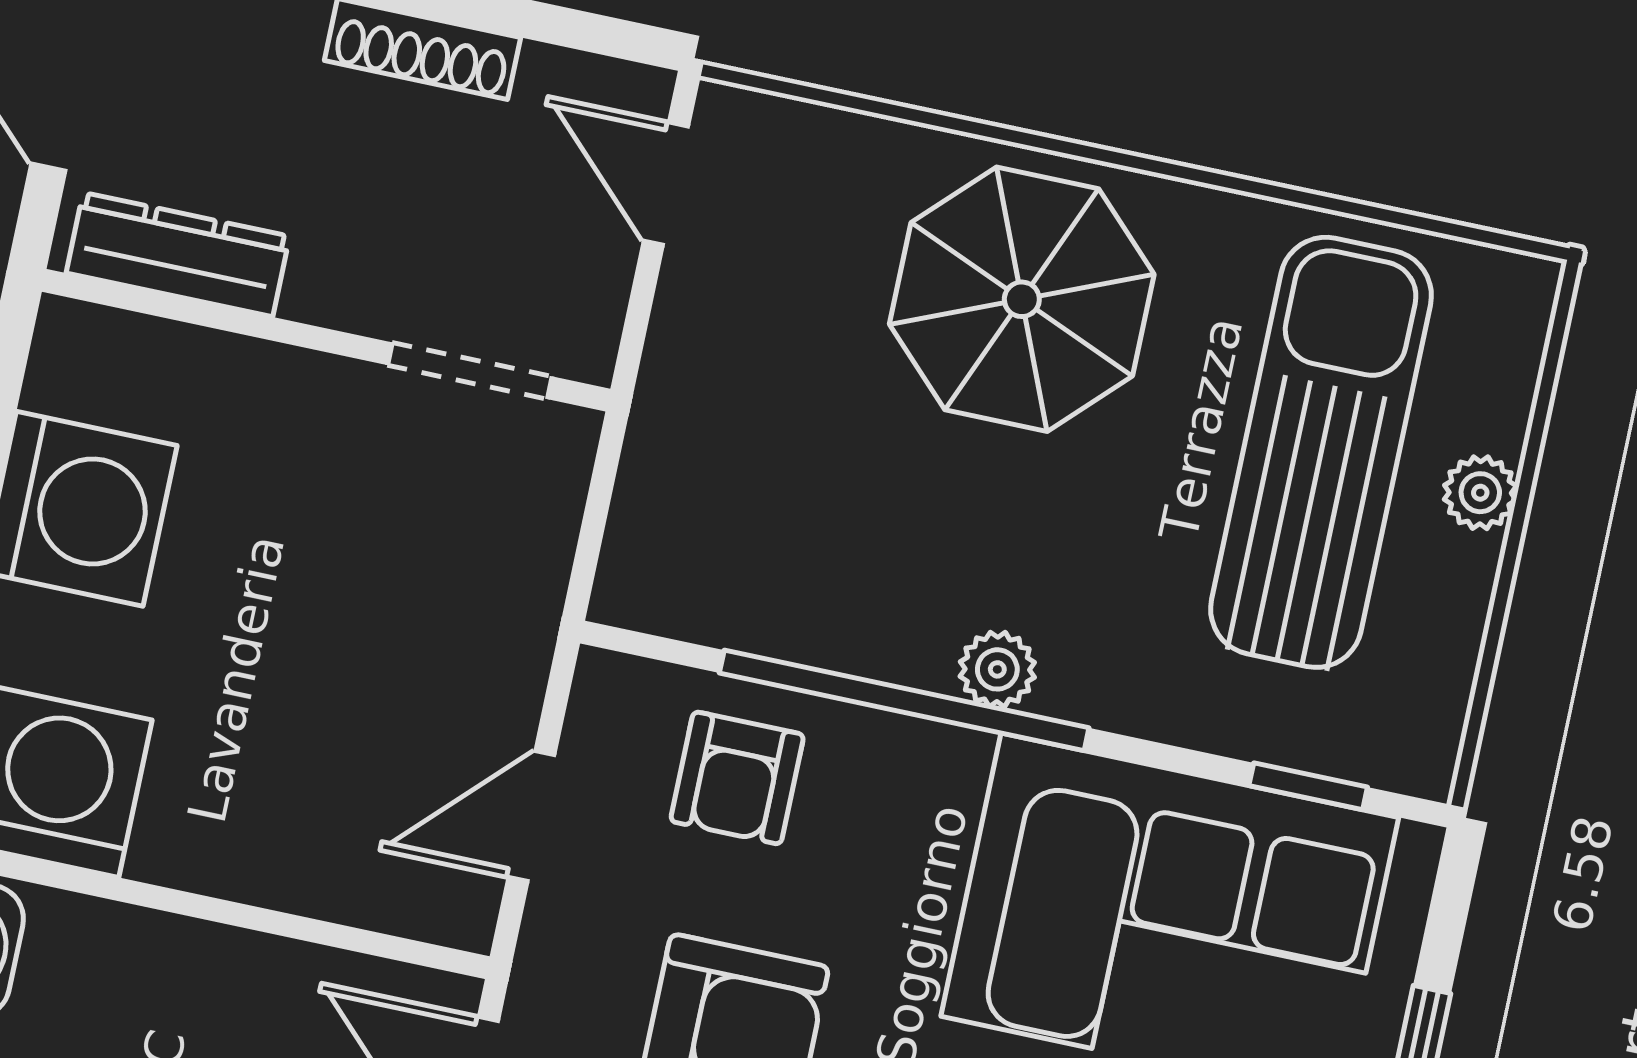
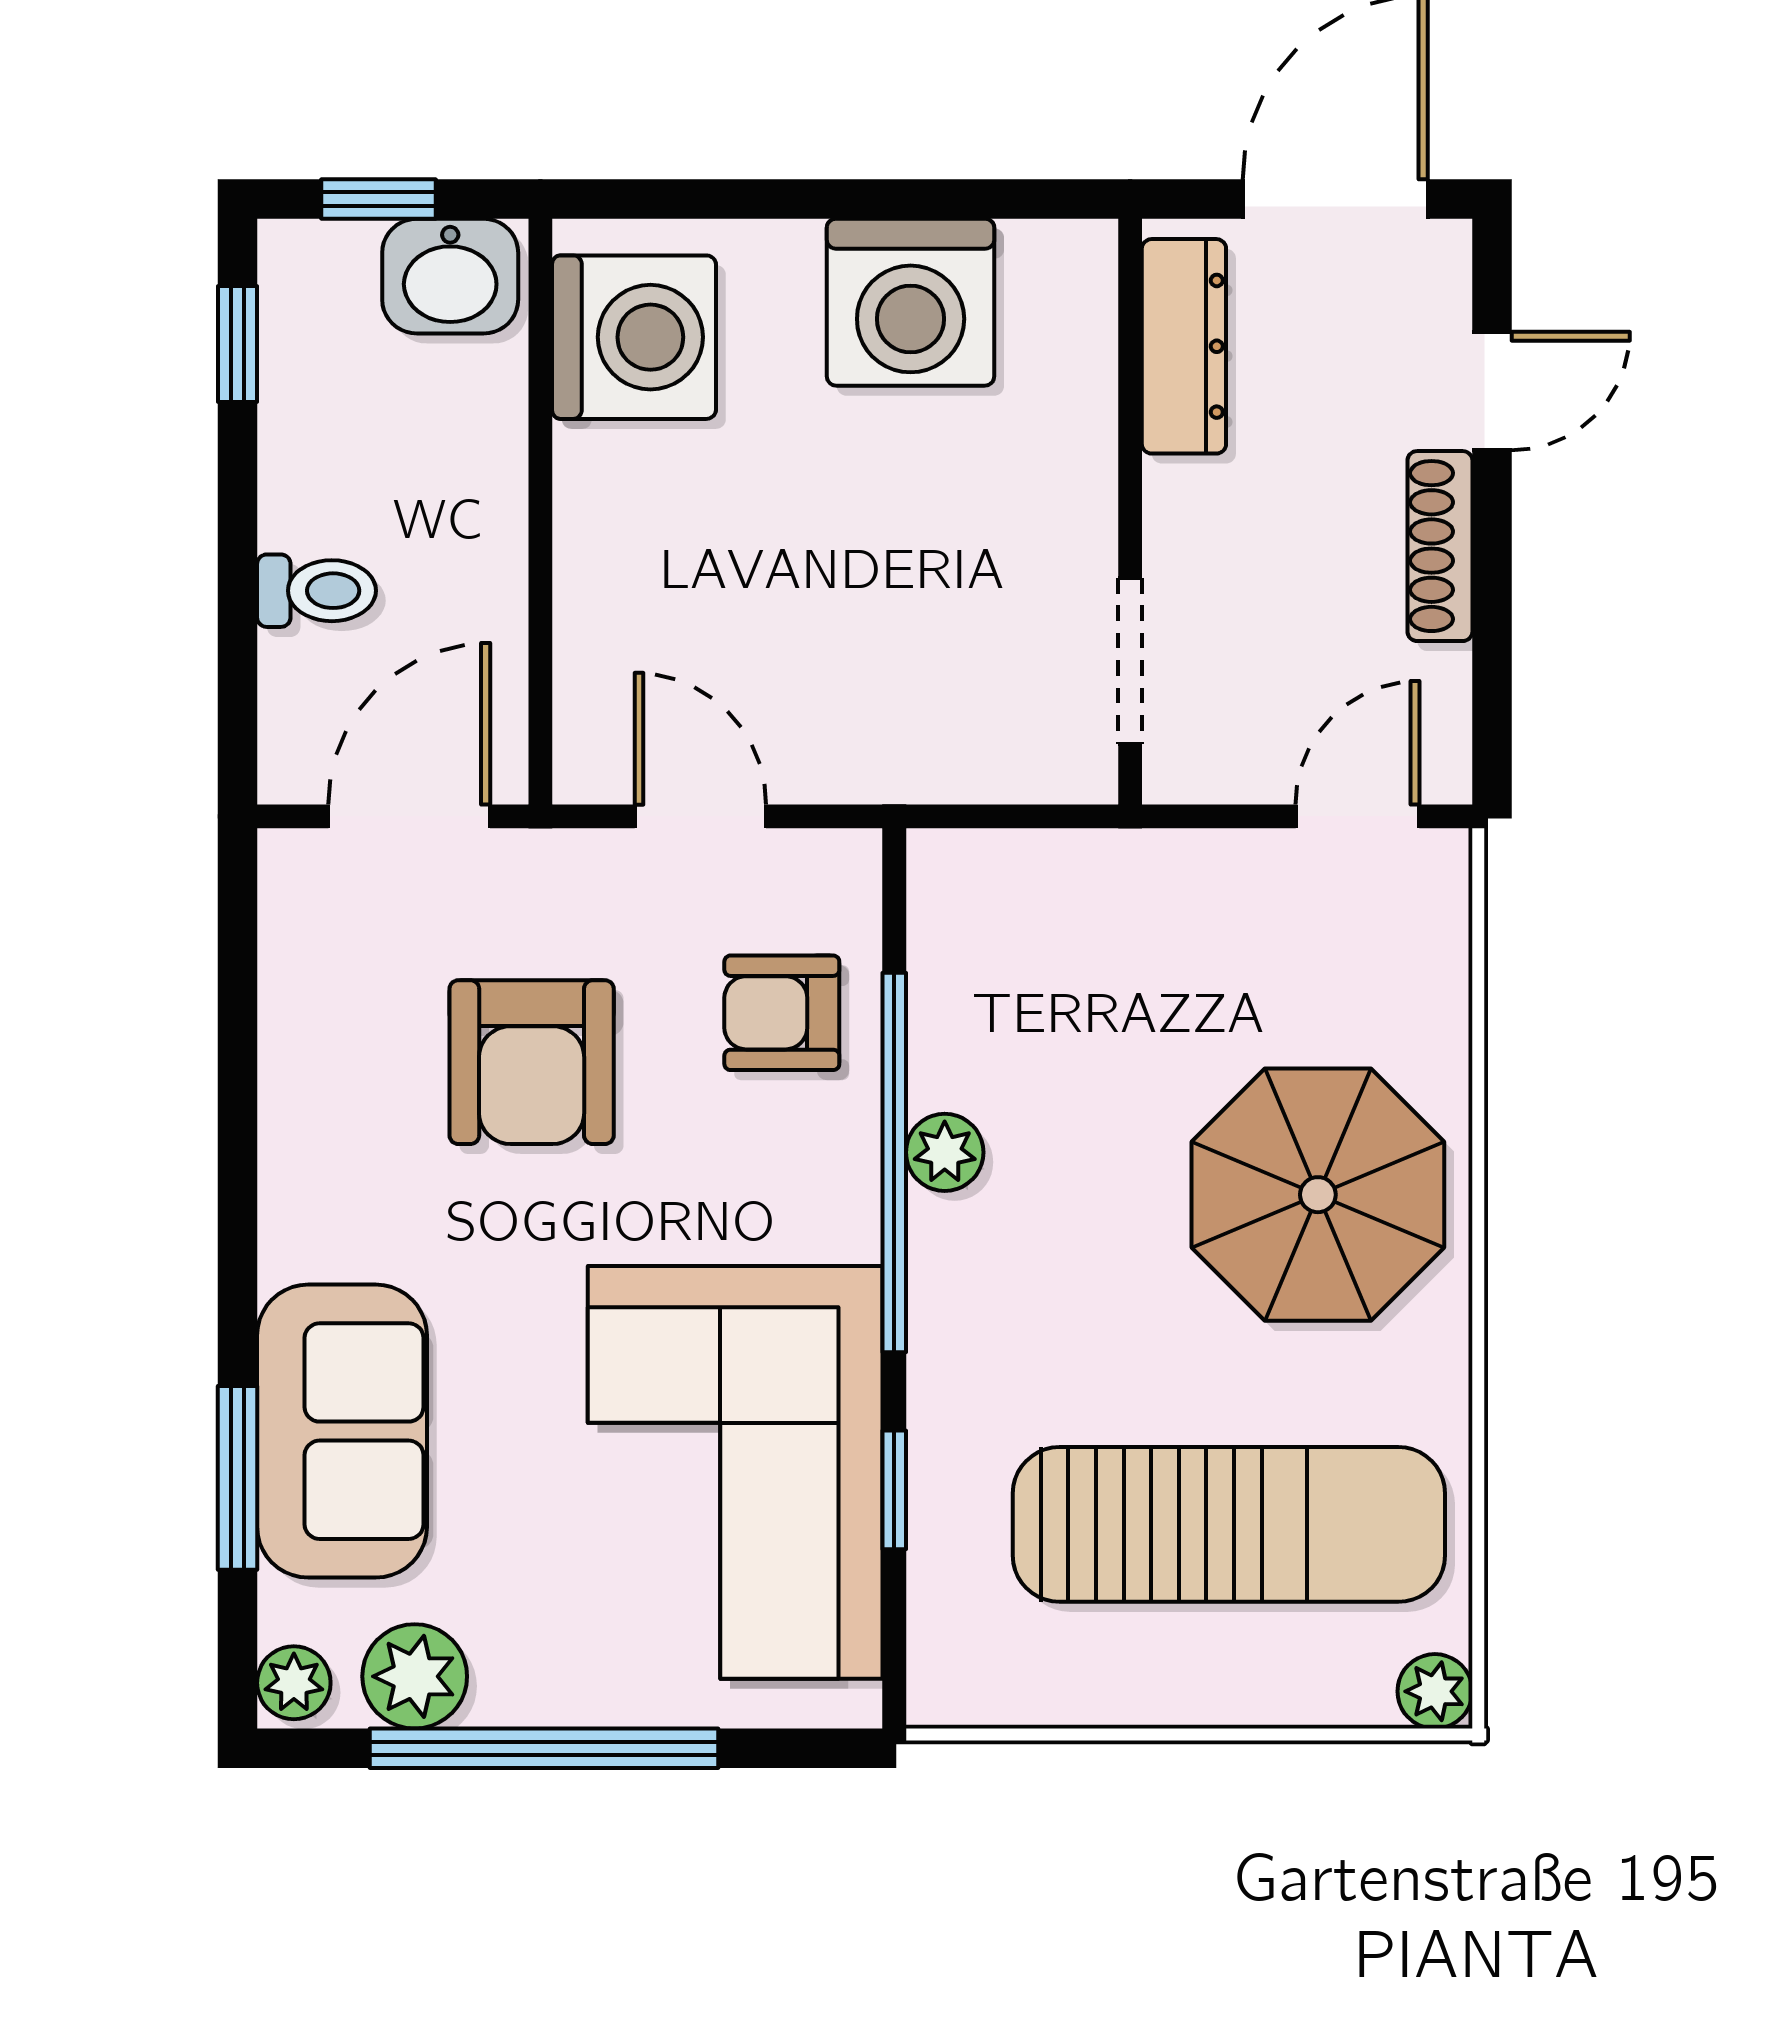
plant: (1480, 493) -> (1435, 1691), moved
plant: (997, 669) -> (945, 1152), moved
window: (1308, 786) -> (894, 1490), moved

